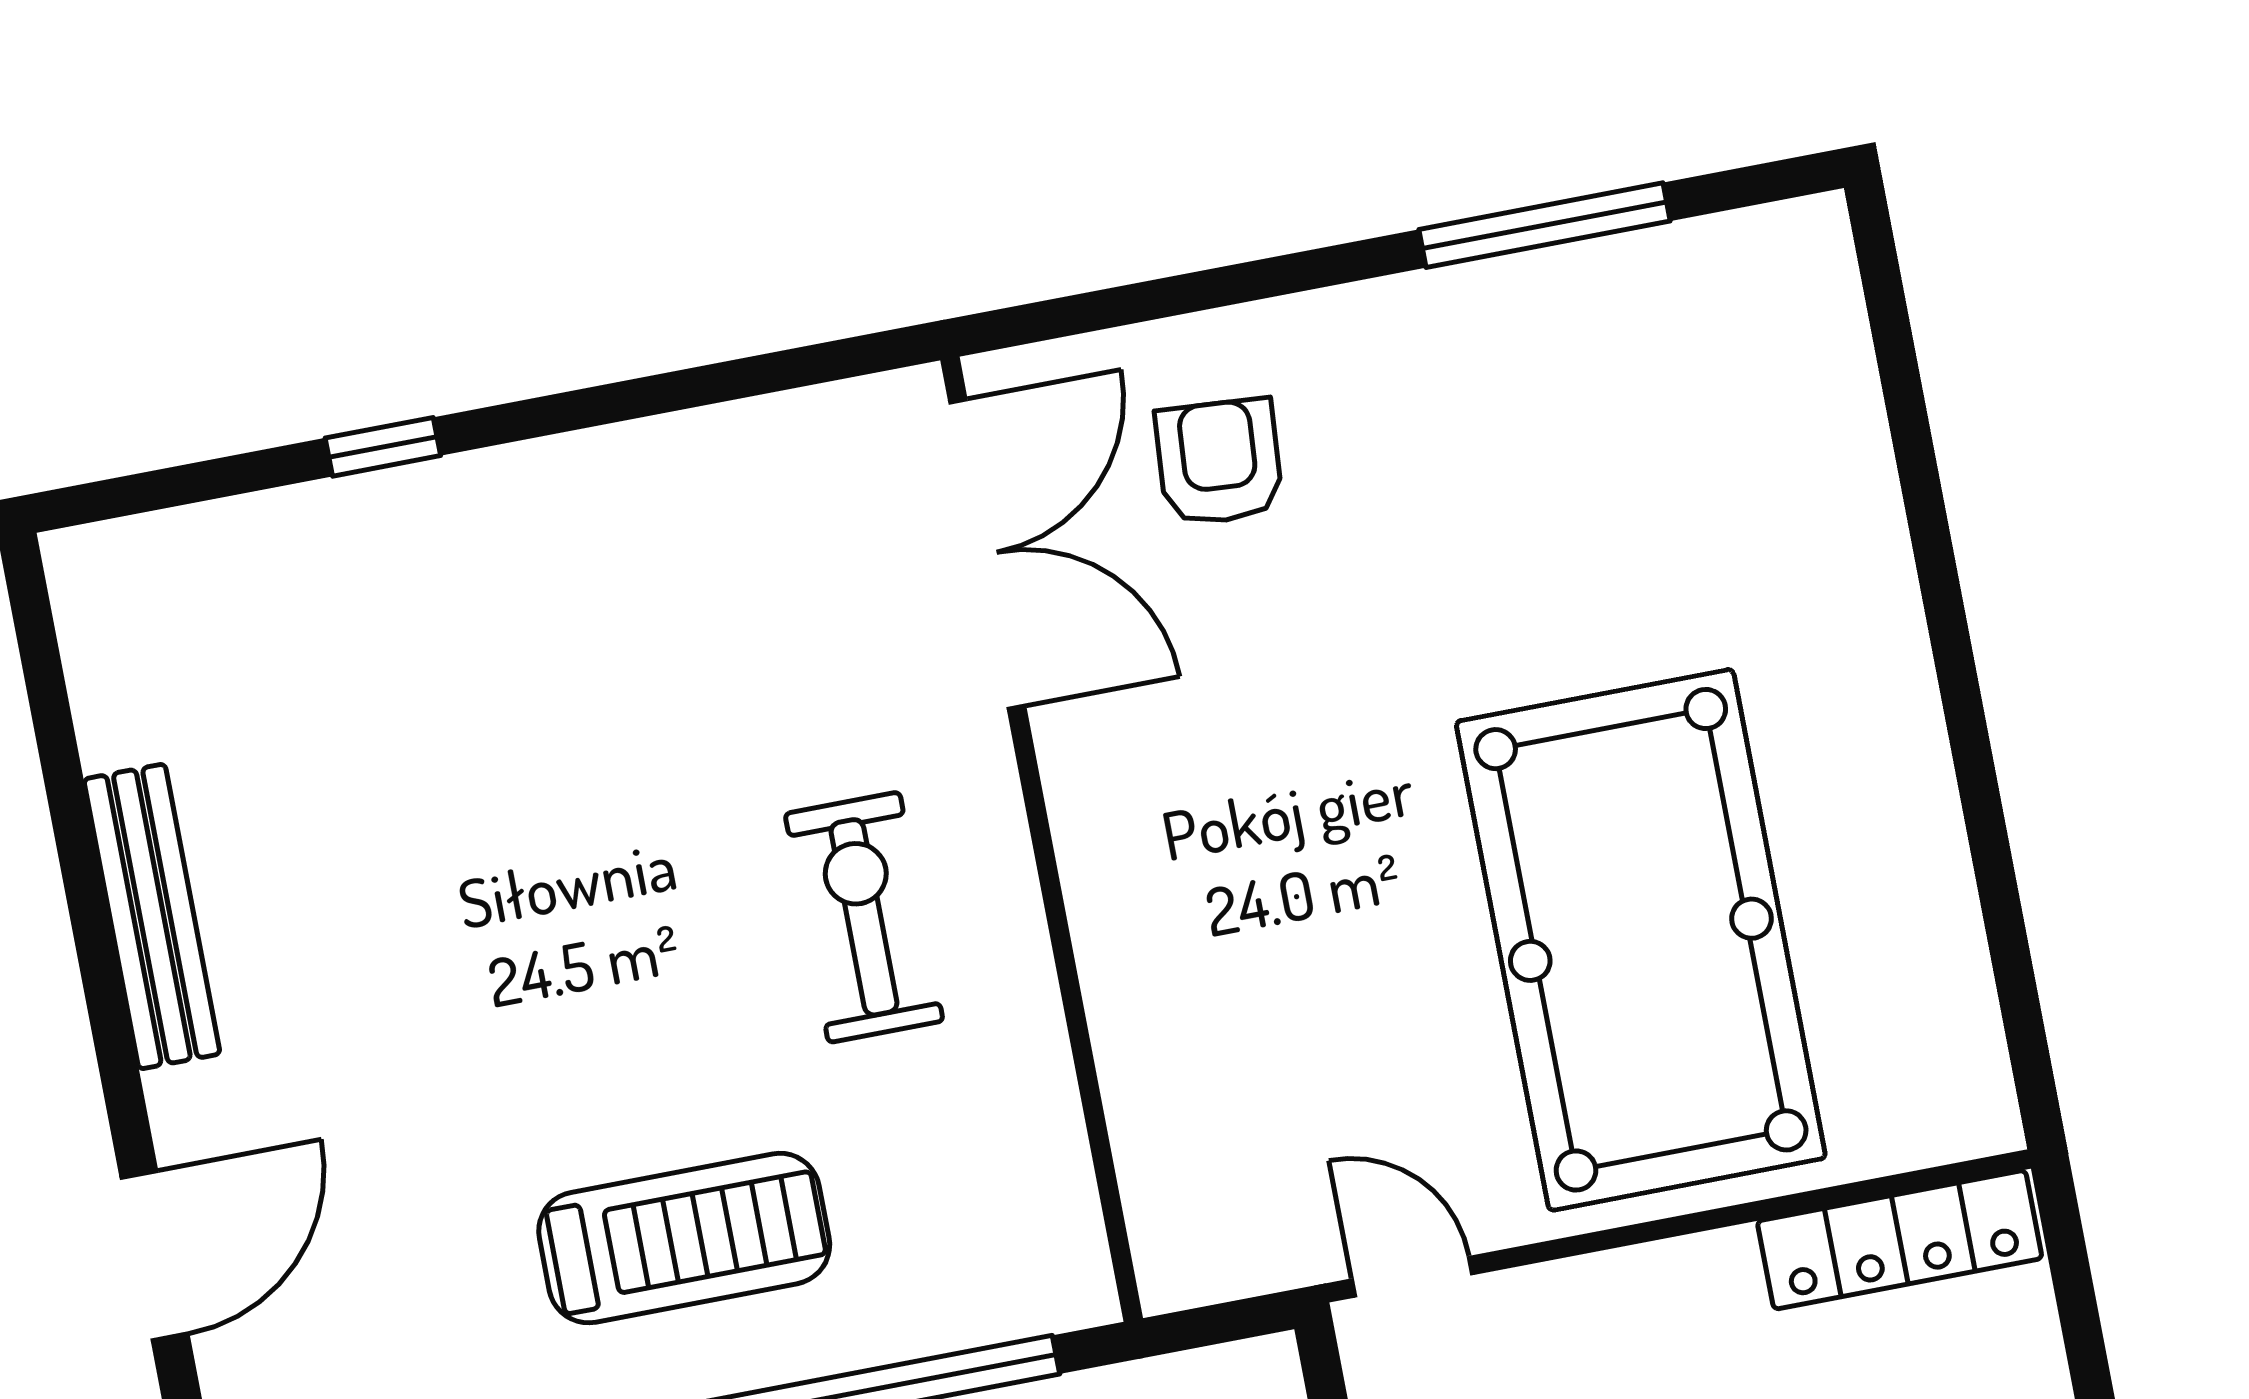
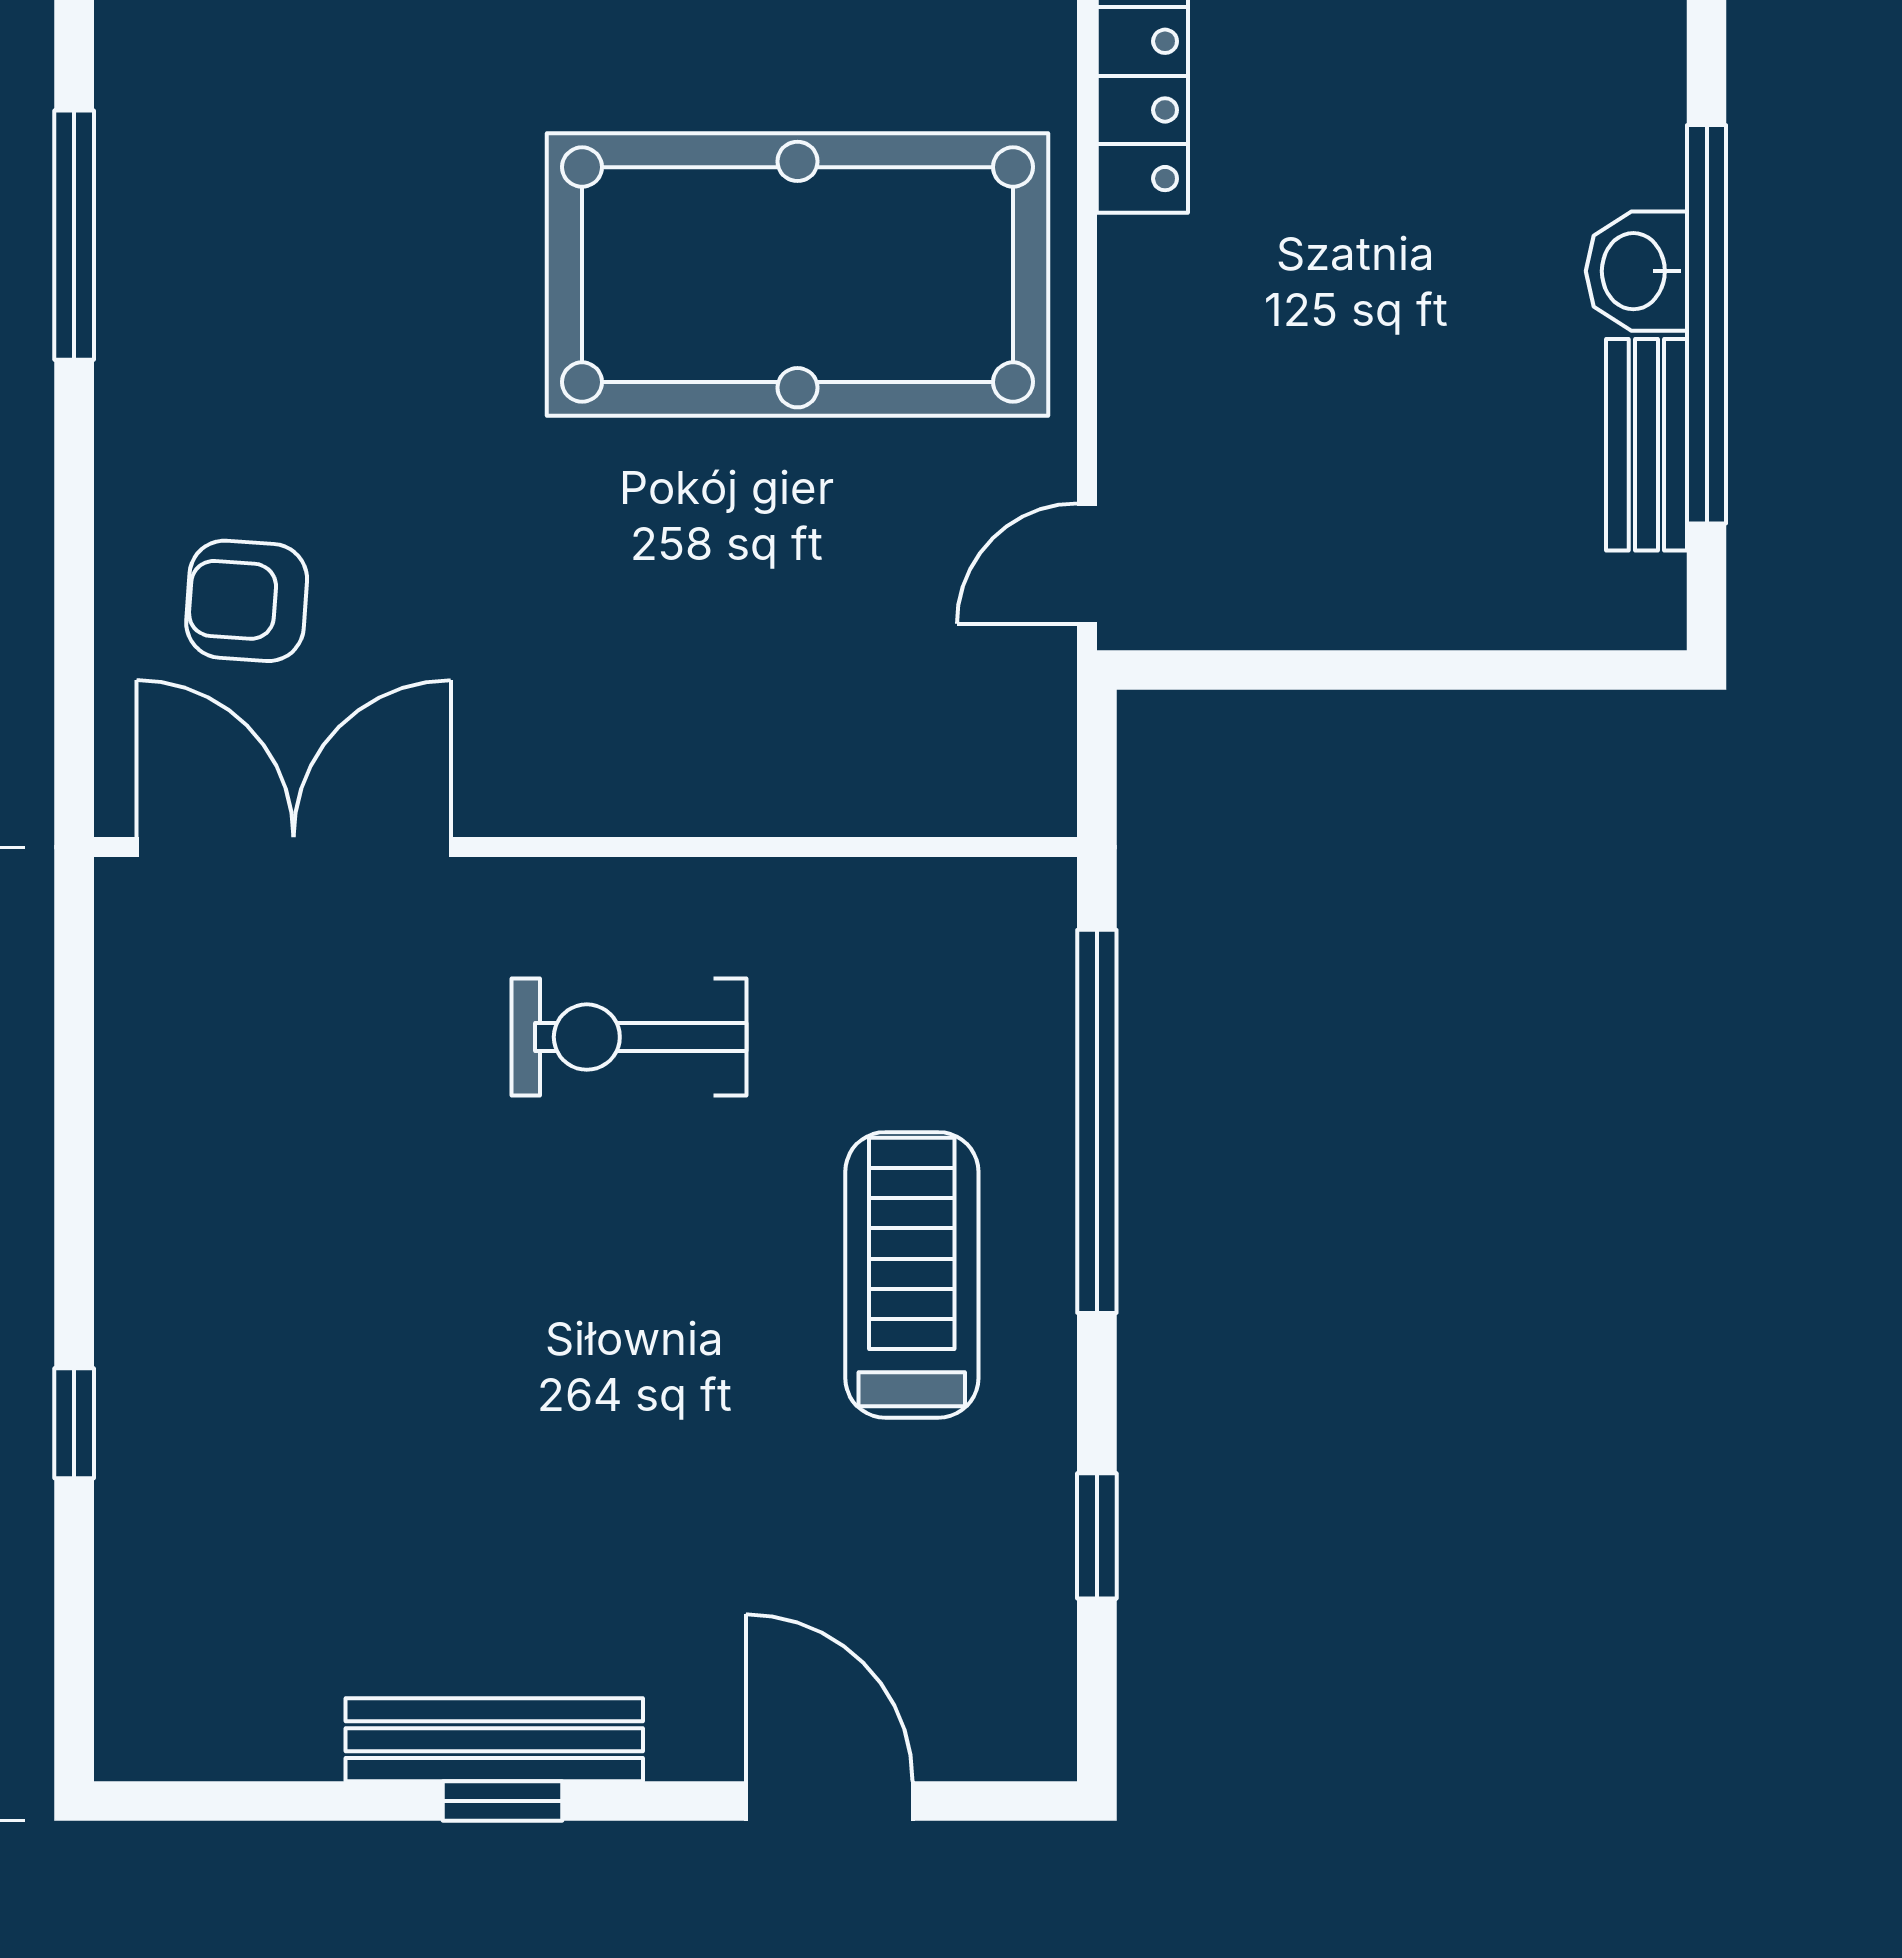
window: (94, 936) -> (503, 1801), added

